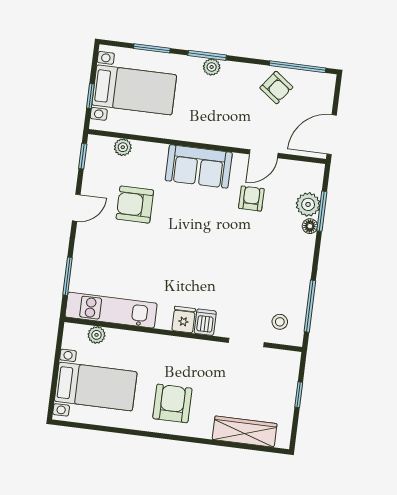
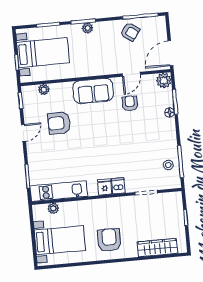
plant: (308, 204) -> (164, 80), moved
stool: (280, 322) -> (168, 165), moved

